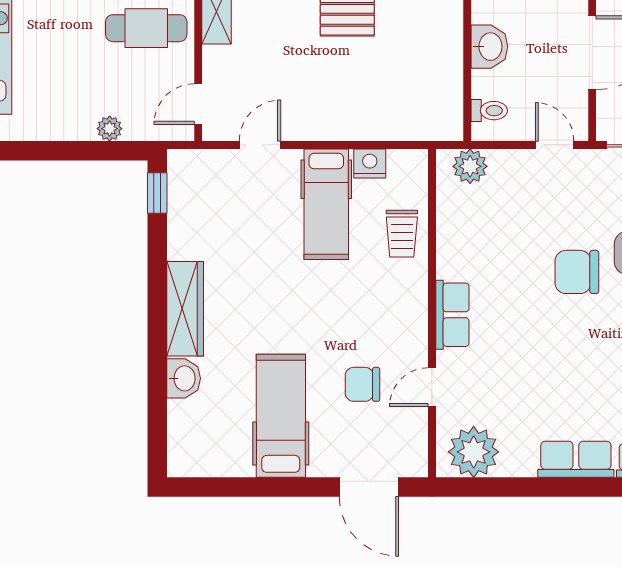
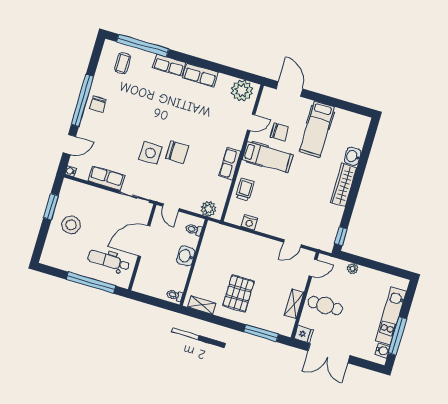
hospital bed: (326, 204) -> (267, 157), moved, turned 90
row of seats: (452, 315) -> (230, 164), moved

